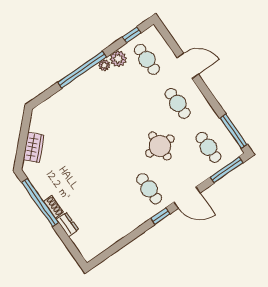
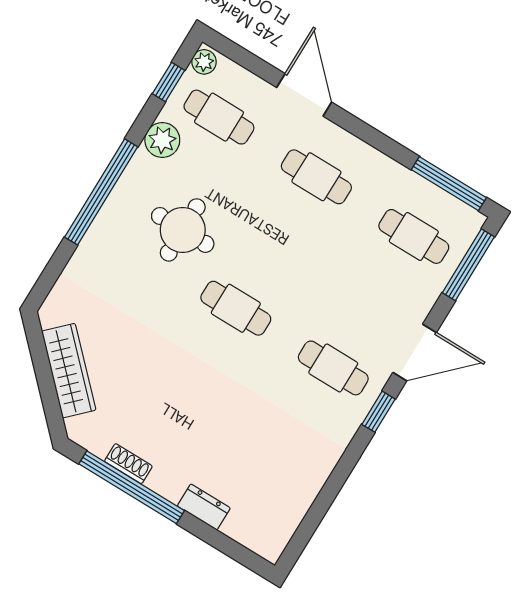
plant: (104, 65) -> (204, 62), moved
door: (188, 66) -> (304, 95), hinge flipped
cafe table: (118, 145) -> (236, 308), added
round table: (160, 146) -> (183, 230), moved
wardrobe: (33, 147) -> (69, 371), width x1.50
shoe rack: (53, 207) -> (128, 464), moved

